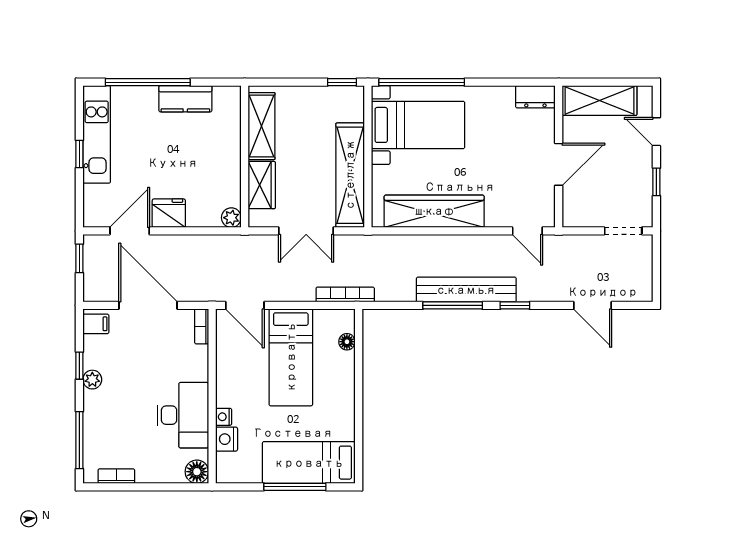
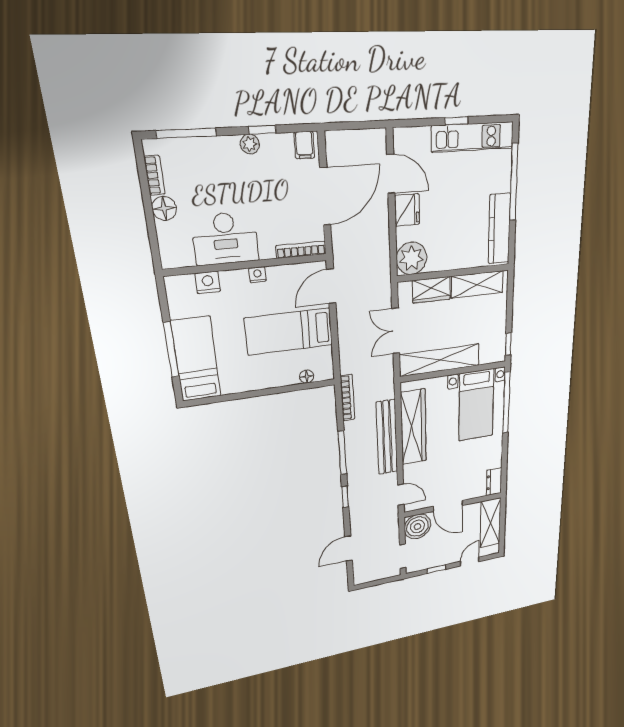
kitchen counter: (185, 99) -> (499, 229), width x1.50
boiler: (581, 209) -> (418, 527), added
plant: (231, 218) -> (412, 258), width x1.88, depth x1.88
door: (527, 231) -> (401, 495), swing flipped
window: (79, 258) -> (364, 125), removed
bench: (466, 290) -> (387, 437), moved
bookcase: (345, 294) -> (347, 398), moved
bookcase: (202, 326) -> (301, 250), width x1.56
nightstand: (224, 417) -> (257, 275), moved
floor lamp: (197, 472) -> (164, 208), moved

